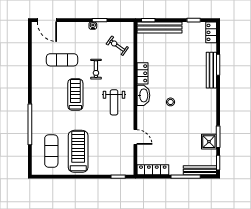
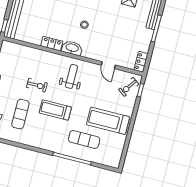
exercise bike: (117, 46) -> (129, 87), moved
weight bench: (114, 102) -> (72, 76), turned -90
door: (135, 137) -> (108, 65), swing flipped
exercise mat: (51, 151) -> (84, 139), moved
locker: (153, 170) -> (141, 62), width x0.66

